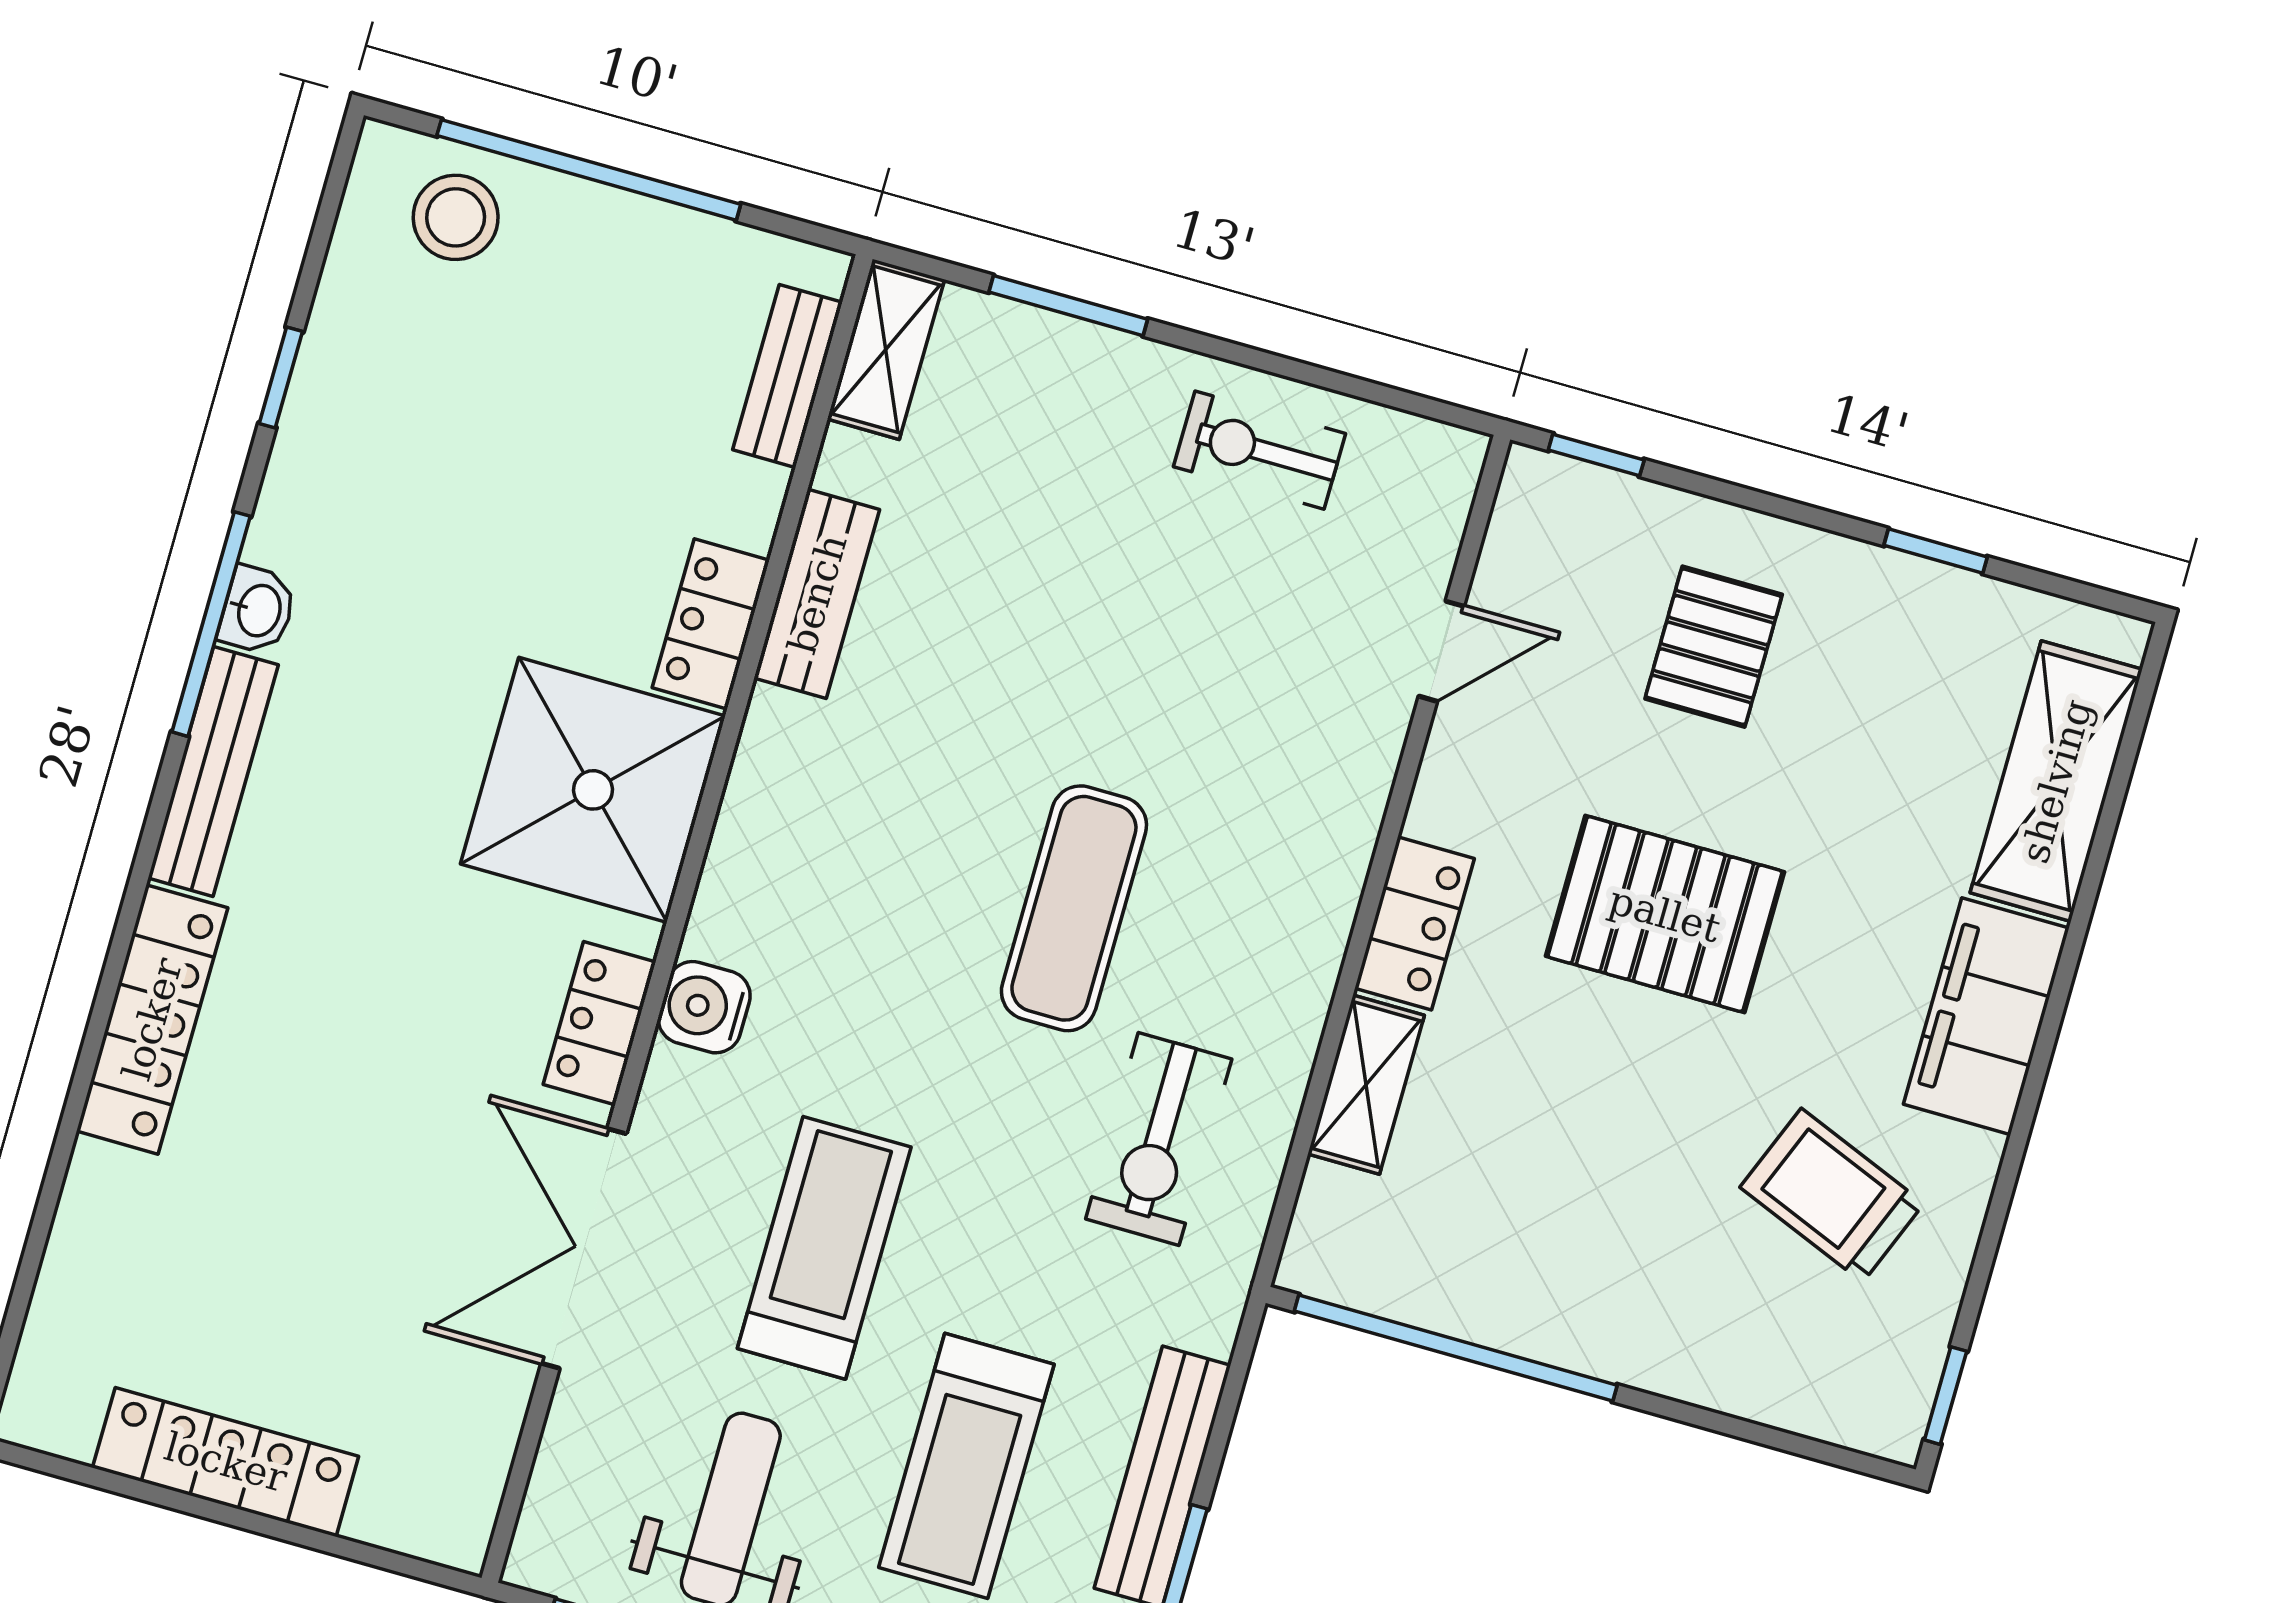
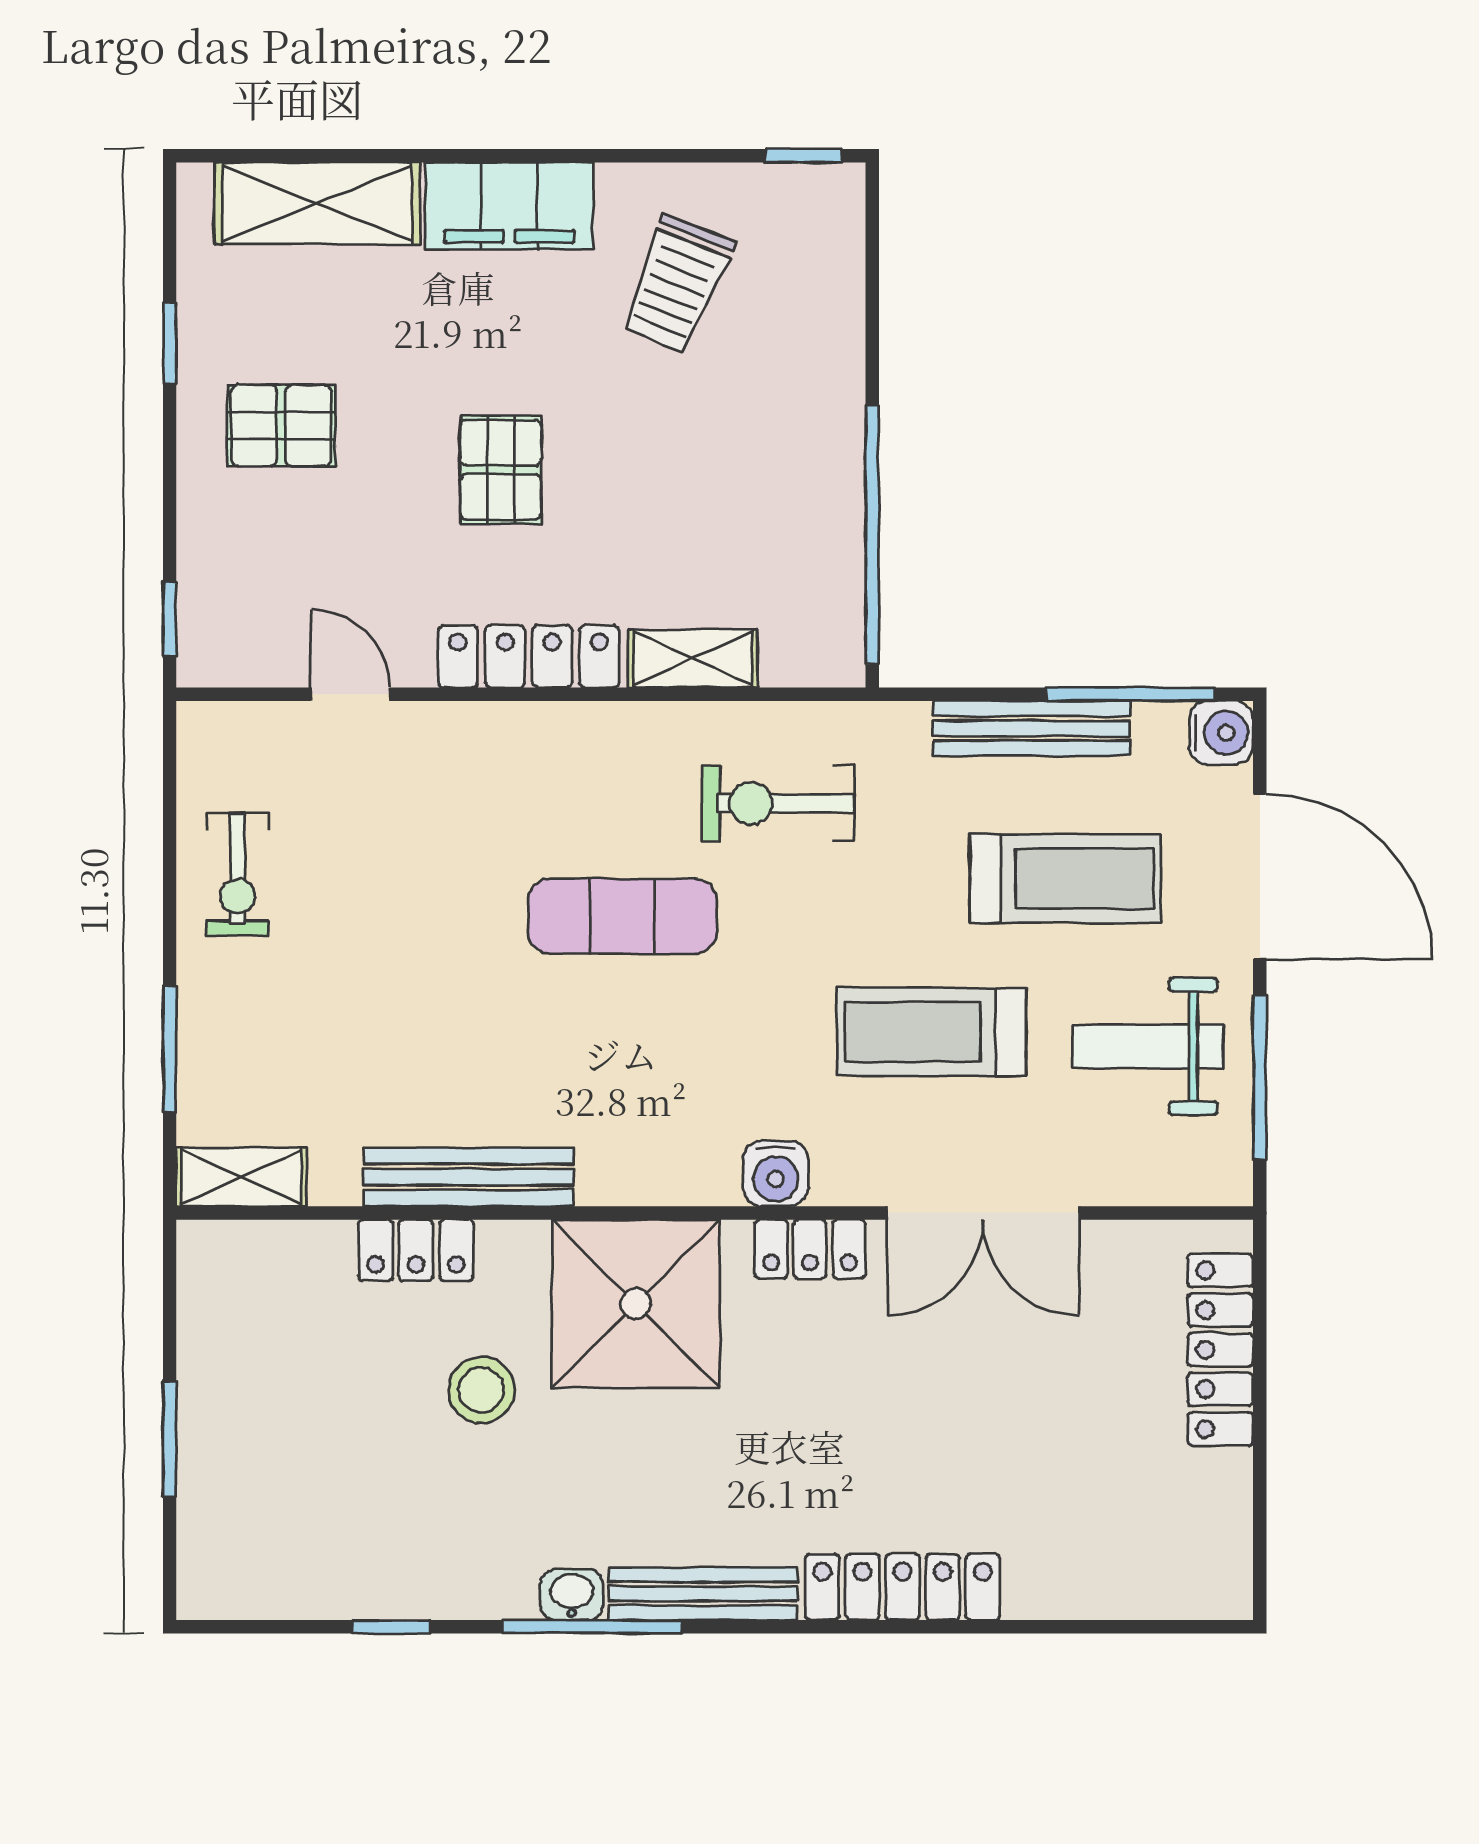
window: (589, 170) -> (170, 1439), width x0.47
stool: (456, 217) -> (481, 1390), moved
bench: (788, 376) -> (282, 1245), removed
bench: (817, 594) -> (468, 1177), width x1.36
locker: (711, 624) -> (416, 1250), moved
pallet: (1714, 647) -> (281, 426), moved
pallet: (1665, 914) -> (501, 470), width x0.67, depth x0.71
locker: (1414, 923) -> (529, 656), width x1.53
exercise bike: (1159, 1139) -> (778, 803), turned 180
locker: (226, 1462) -> (1220, 1350), moved

